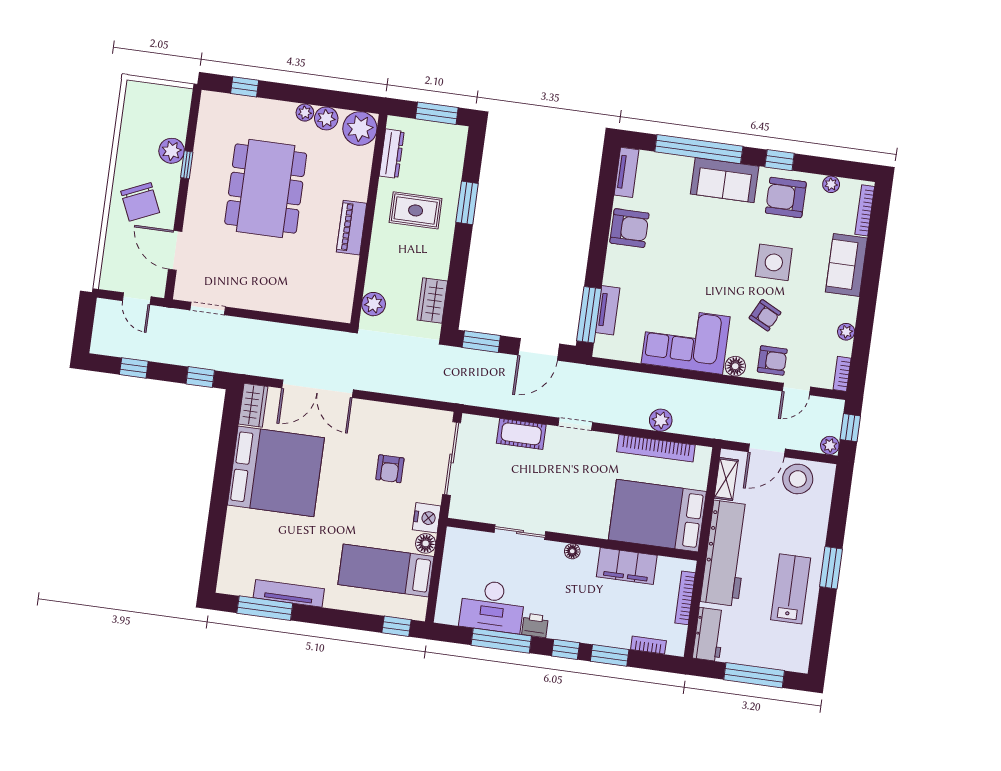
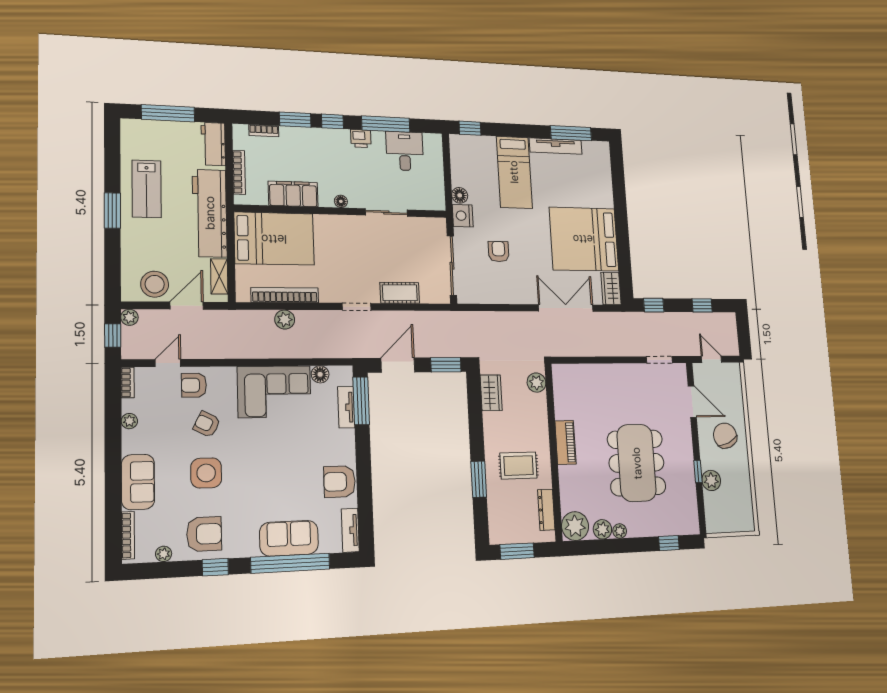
sofa: (725, 180) -> (289, 538), moved
floor lamp: (735, 366) -> (320, 374), moved
bed: (386, 570) -> (514, 172), moved, turned 90
desk: (492, 606) -> (405, 151), width x0.73

